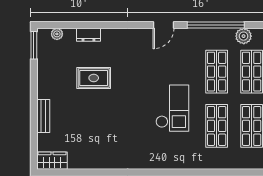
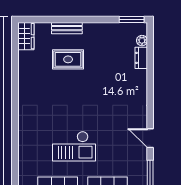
dresser: (88, 35) -> (141, 58), moved
rug: (94, 78) -> (68, 59), moved, turned 90

